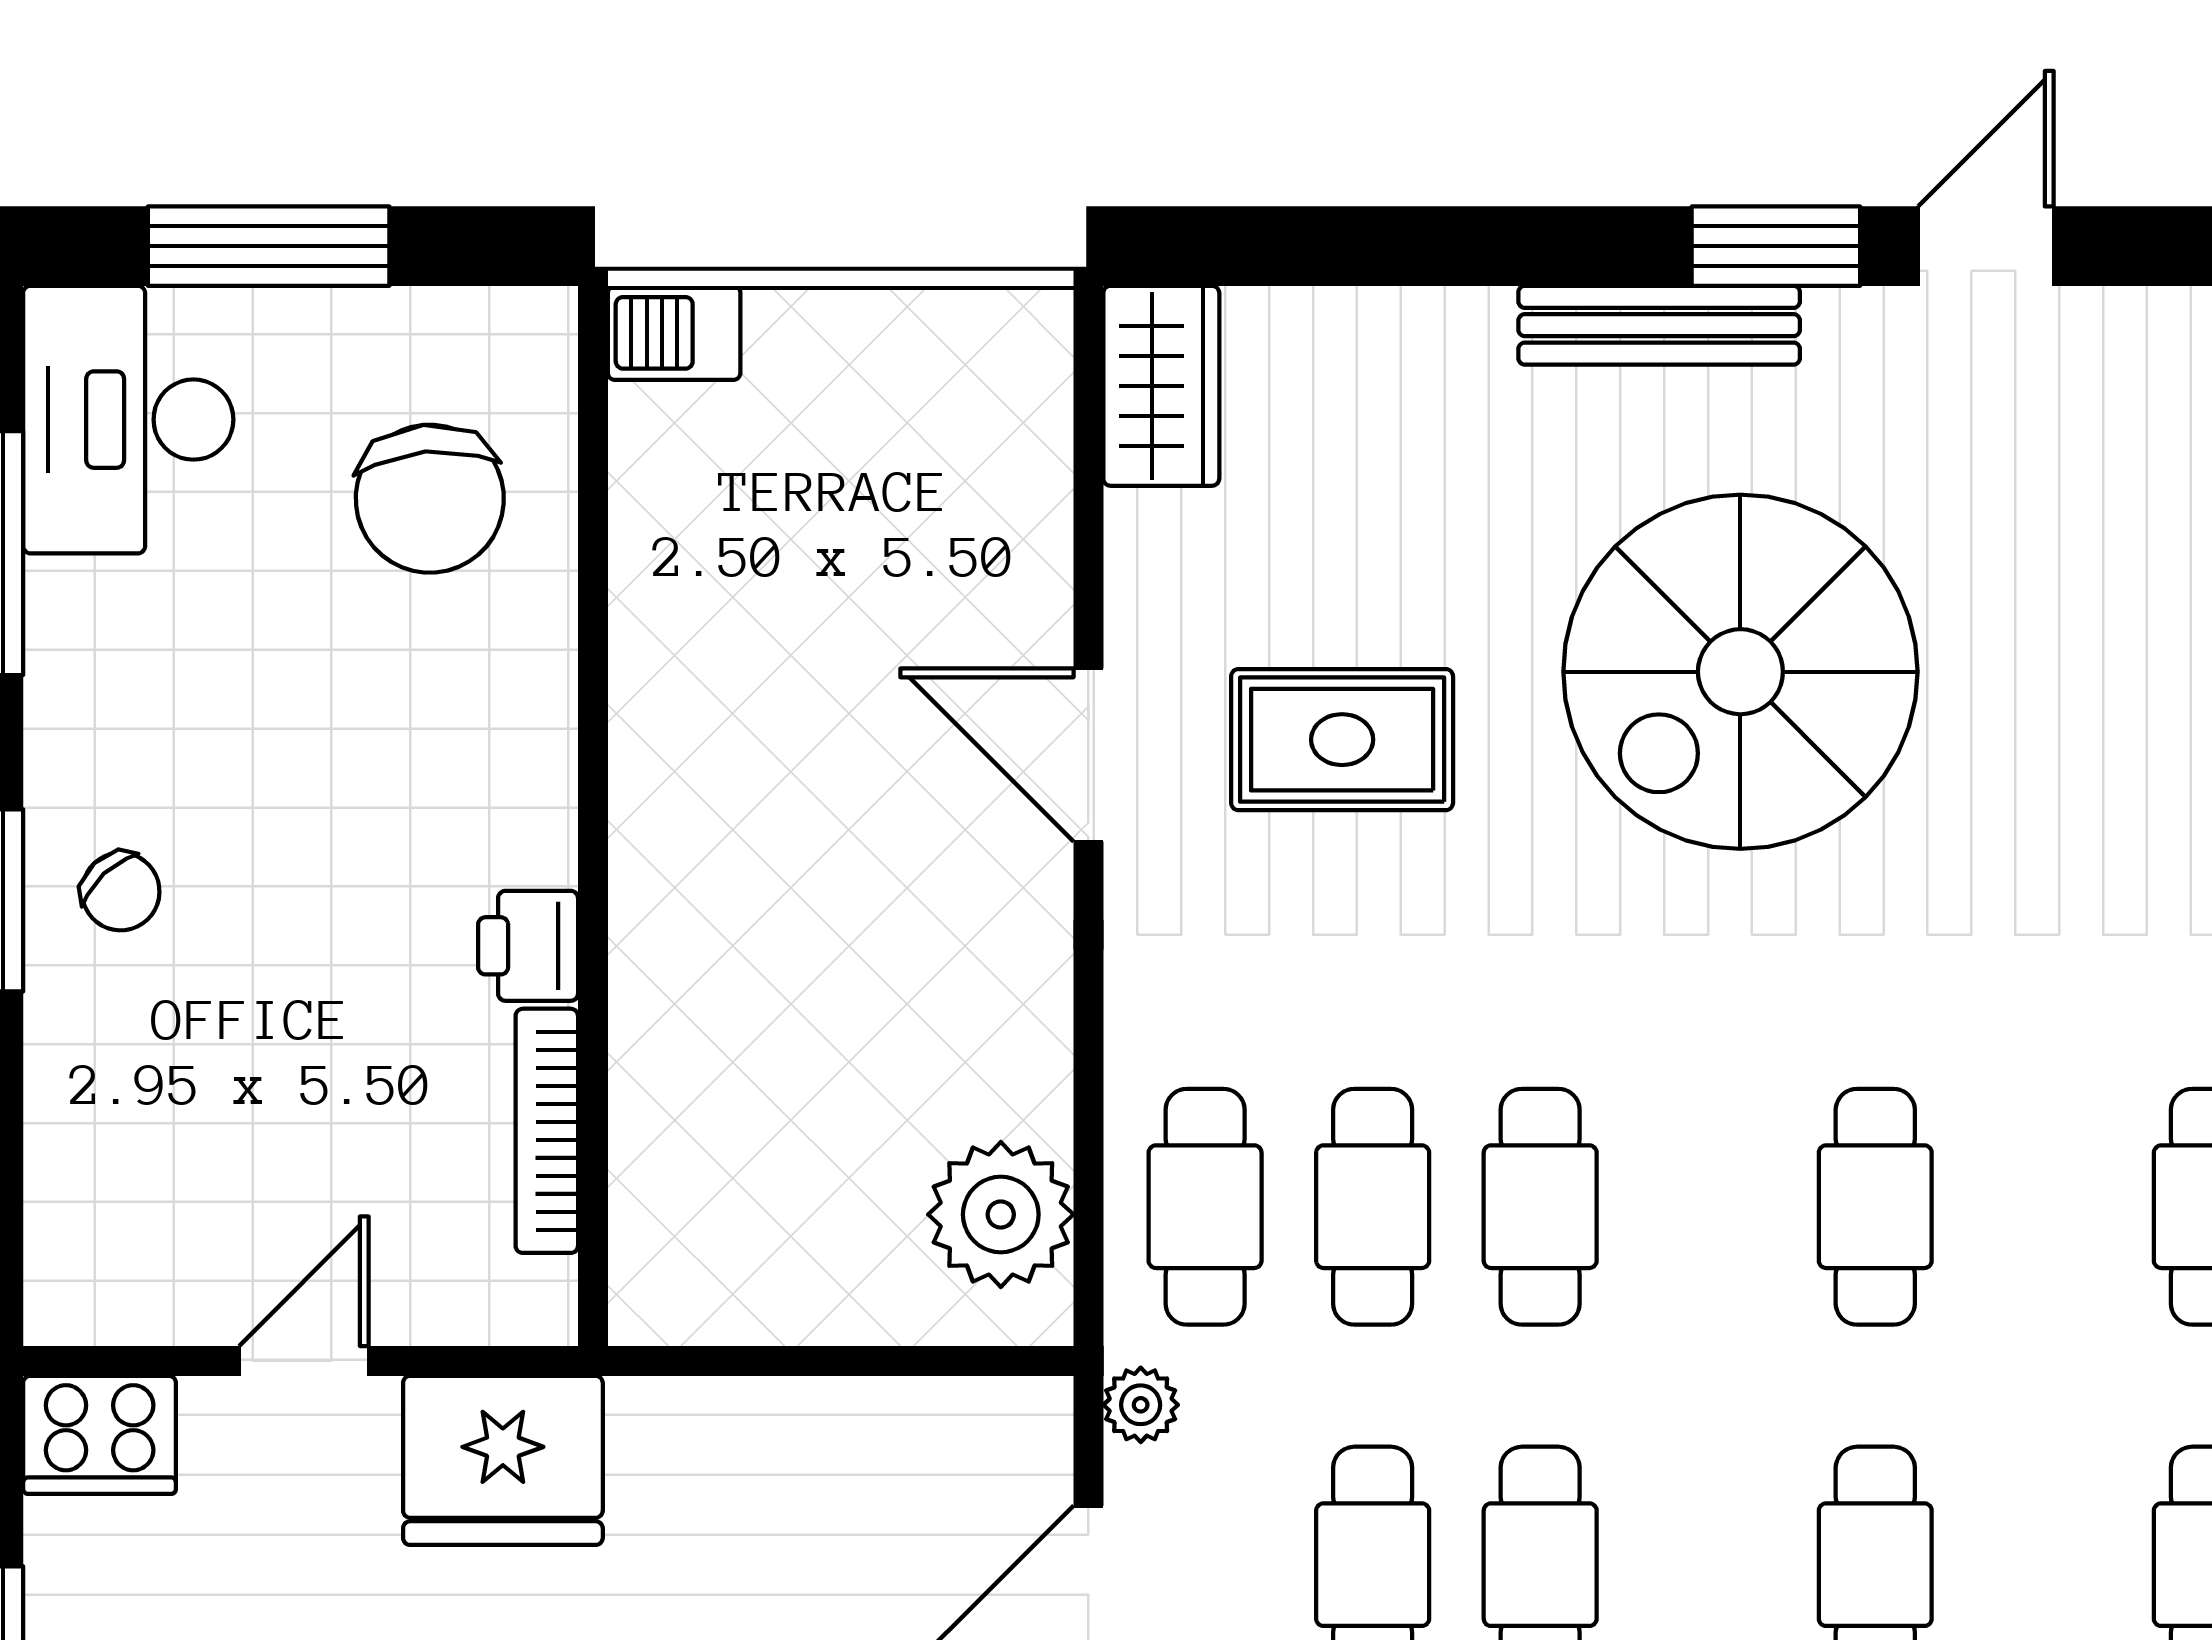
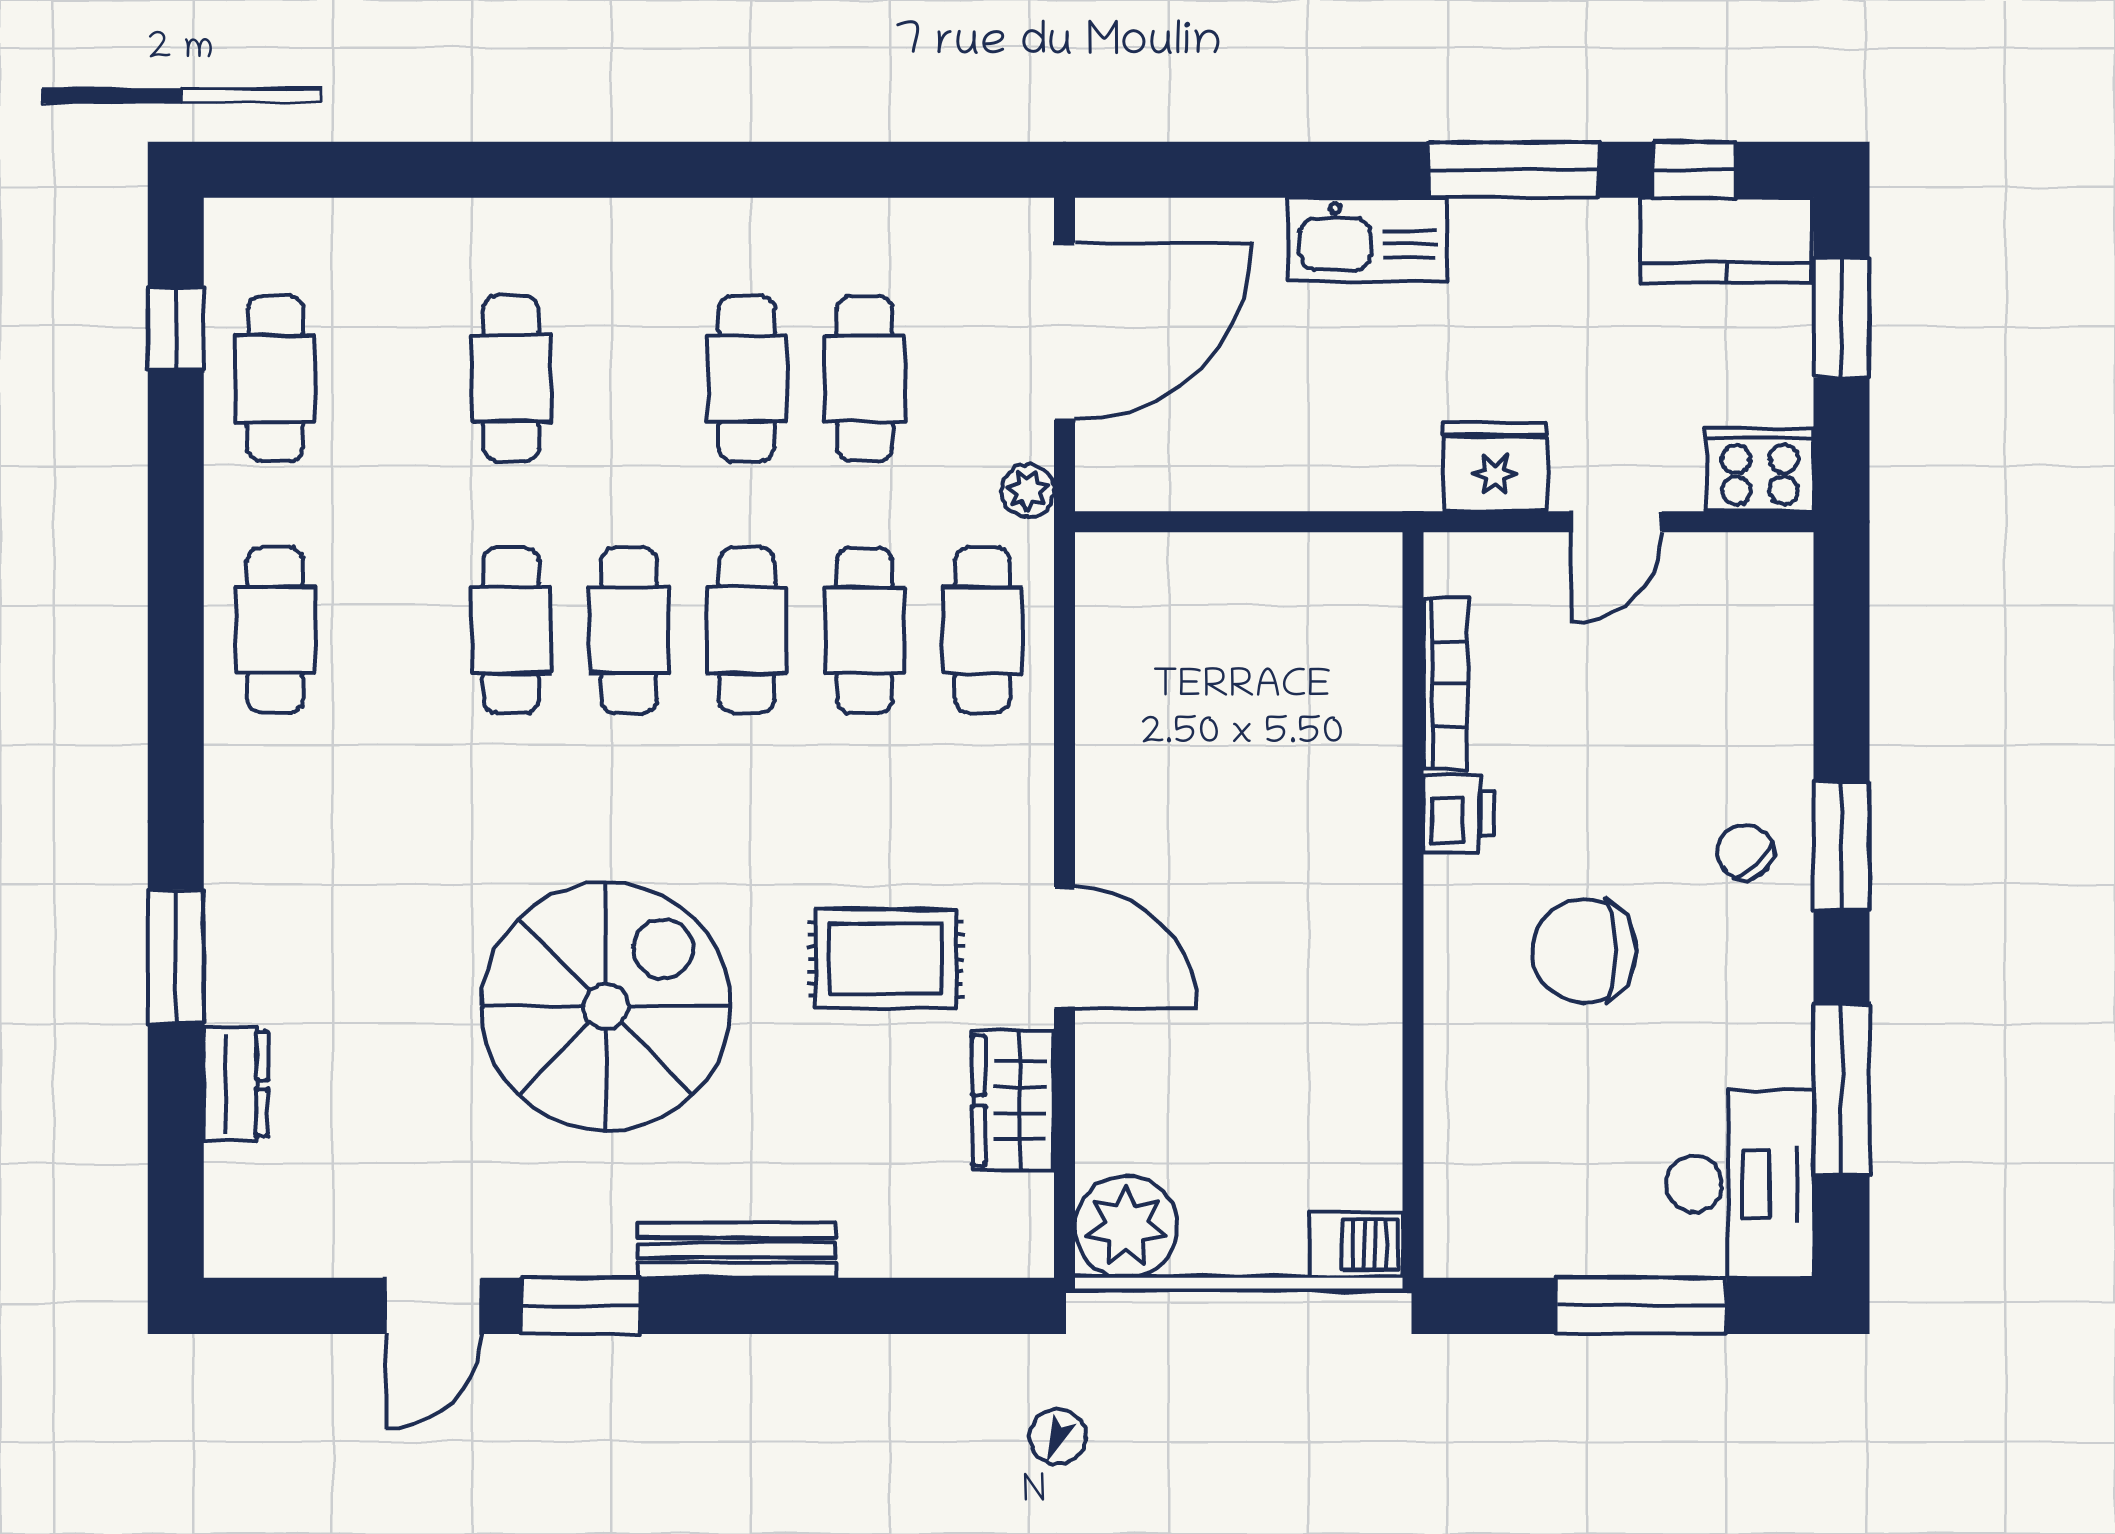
bench: (1659, 325) -> (737, 1250), moved
wardrobe: (1161, 386) -> (1013, 1100), moved
chair: (430, 499) -> (1584, 951), moved, turned -85
cafe table: (1708, 1207) -> (629, 630), added
plant: (1001, 1214) -> (1126, 1227), moved
fridge: (503, 1460) -> (1495, 467), width x0.73, depth x0.75

